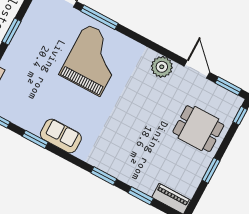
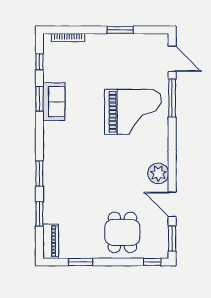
door: (197, 69) -> (172, 204), swing flipped
sofa: (61, 136) -> (54, 102), moved
window: (211, 170) -> (80, 262), moved

